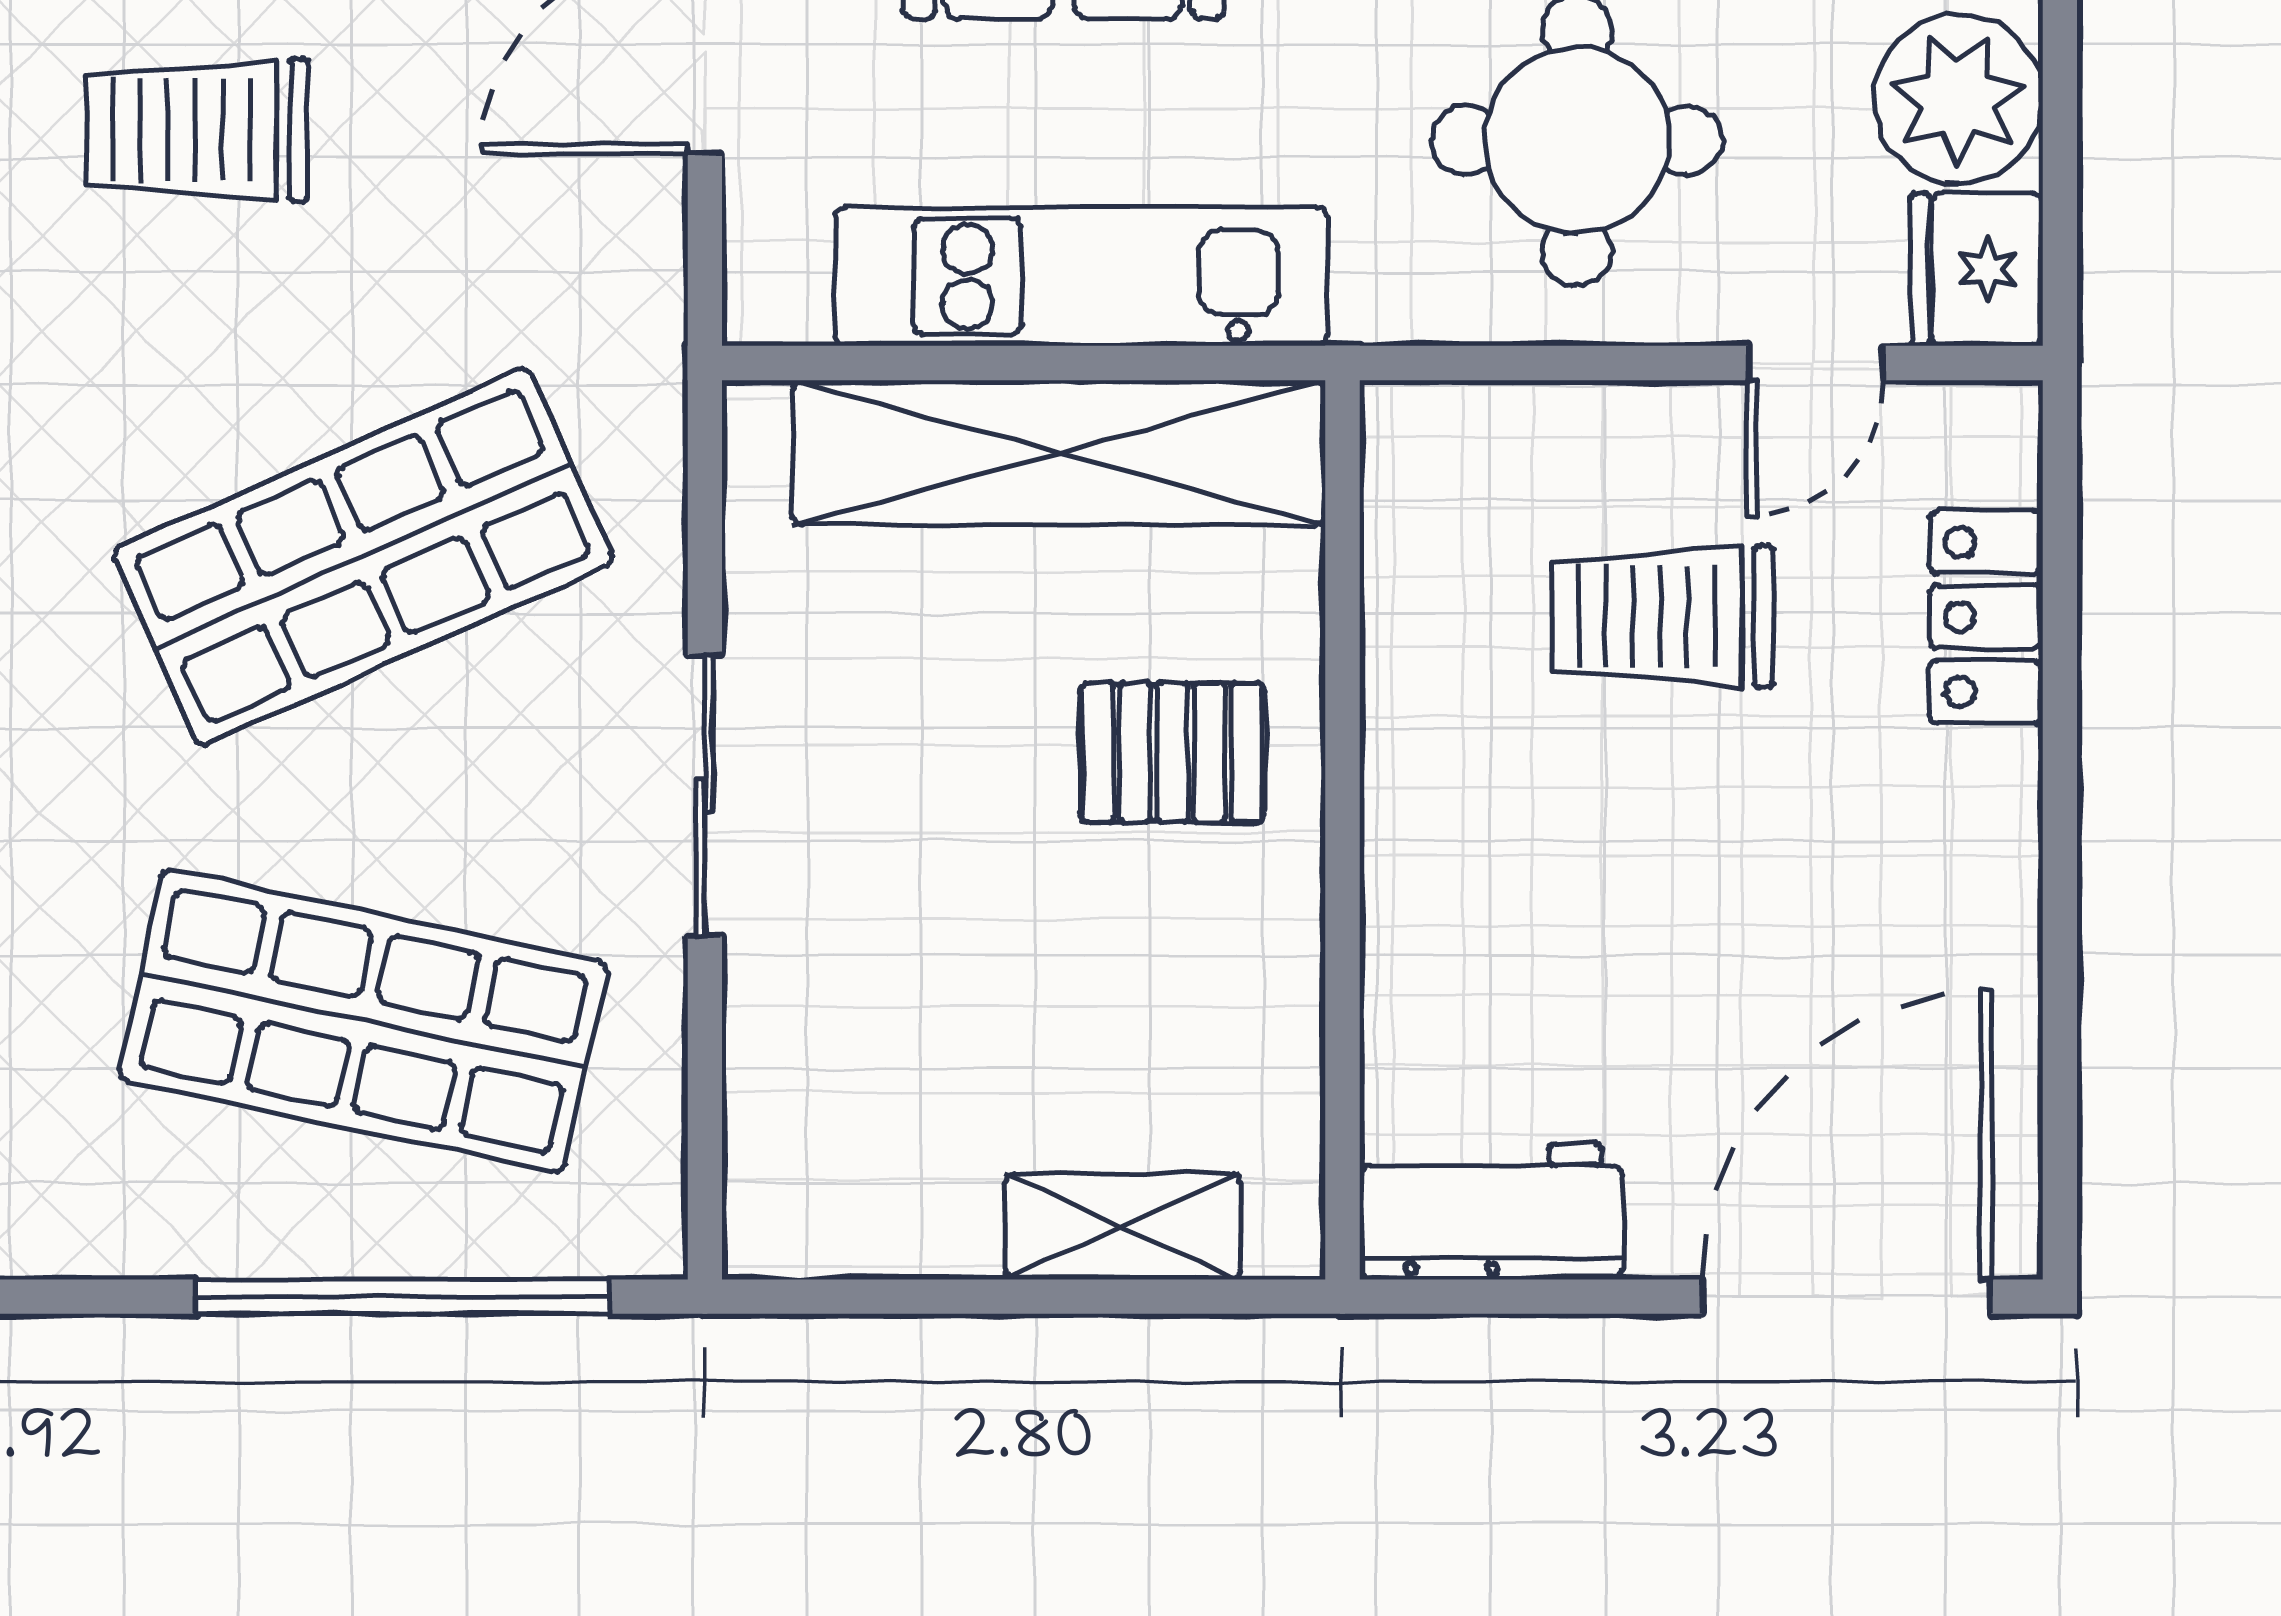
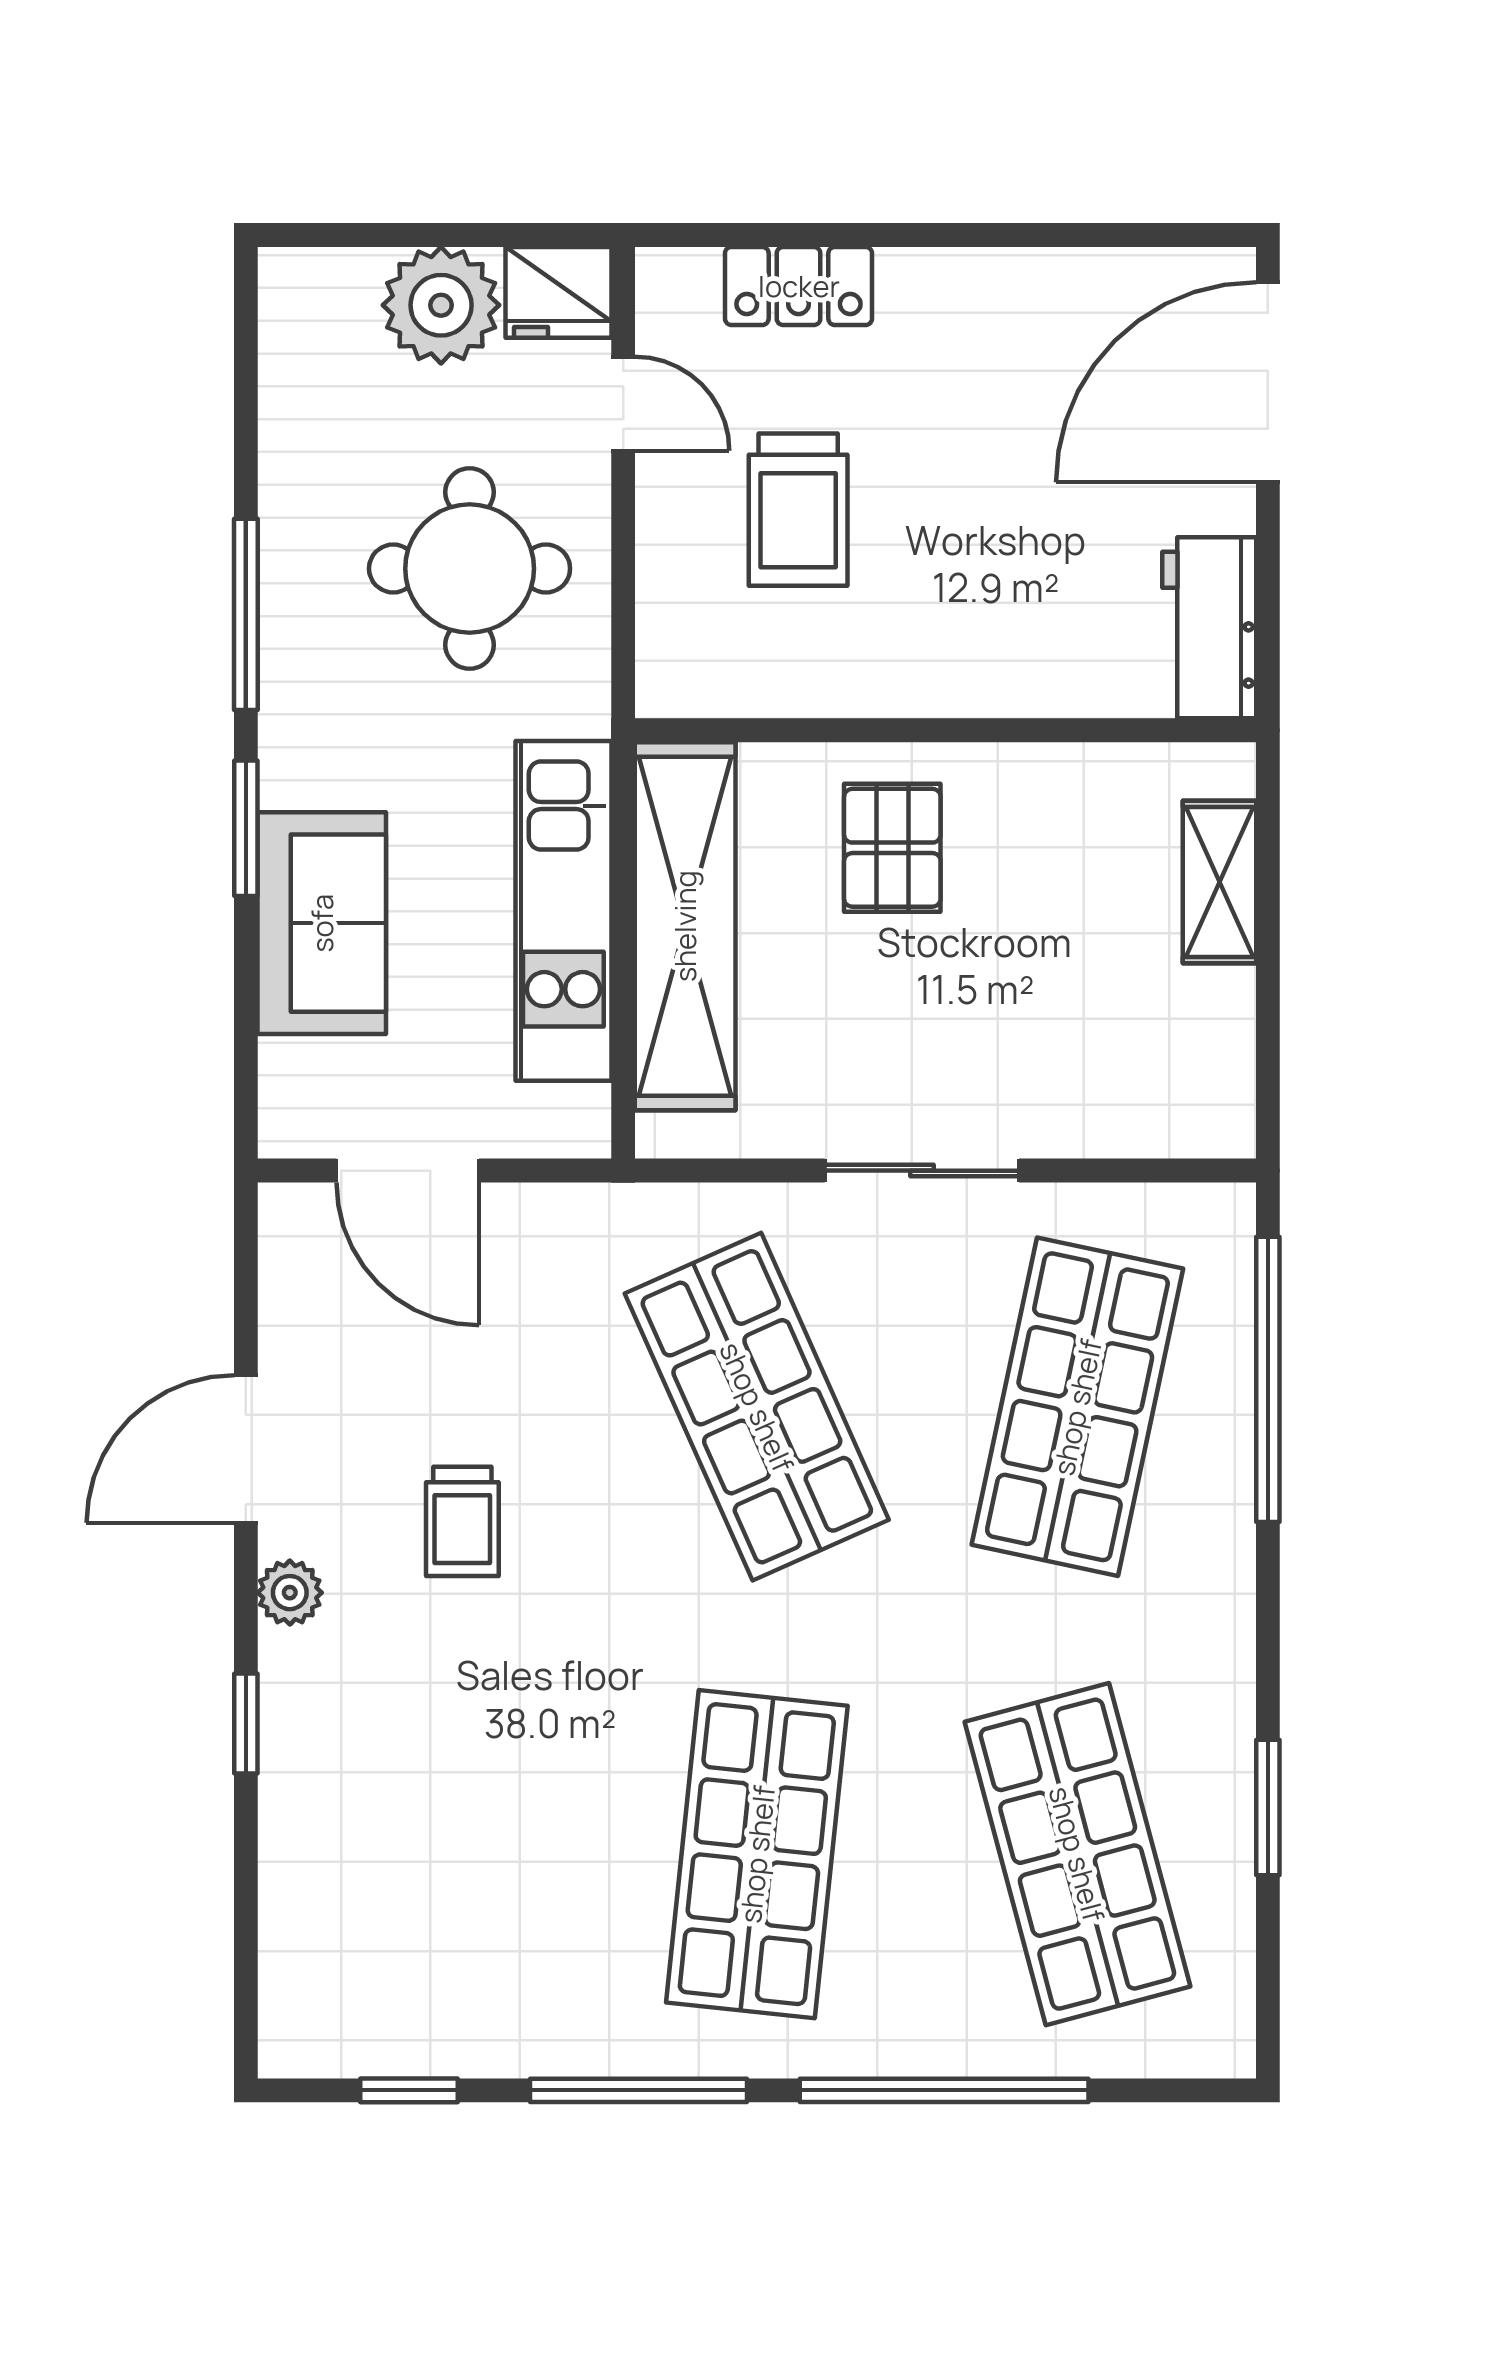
trolley: (197, 130) -> (462, 1521), width x0.73, depth x0.72
door: (1846, 1297) -> (1268, 382), hinge flipped

